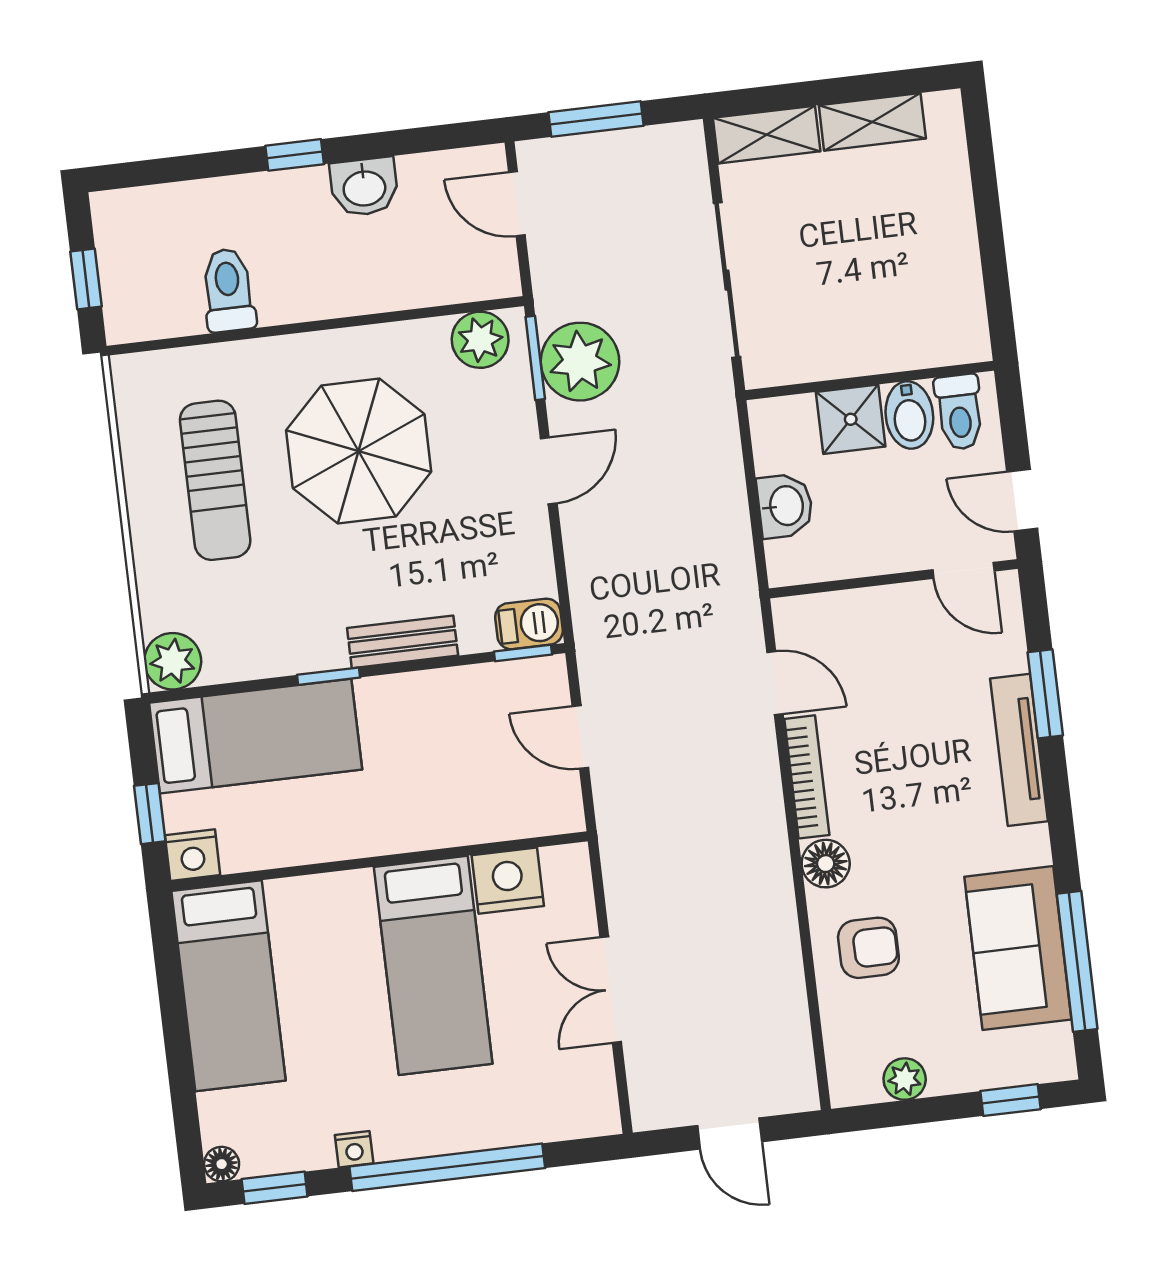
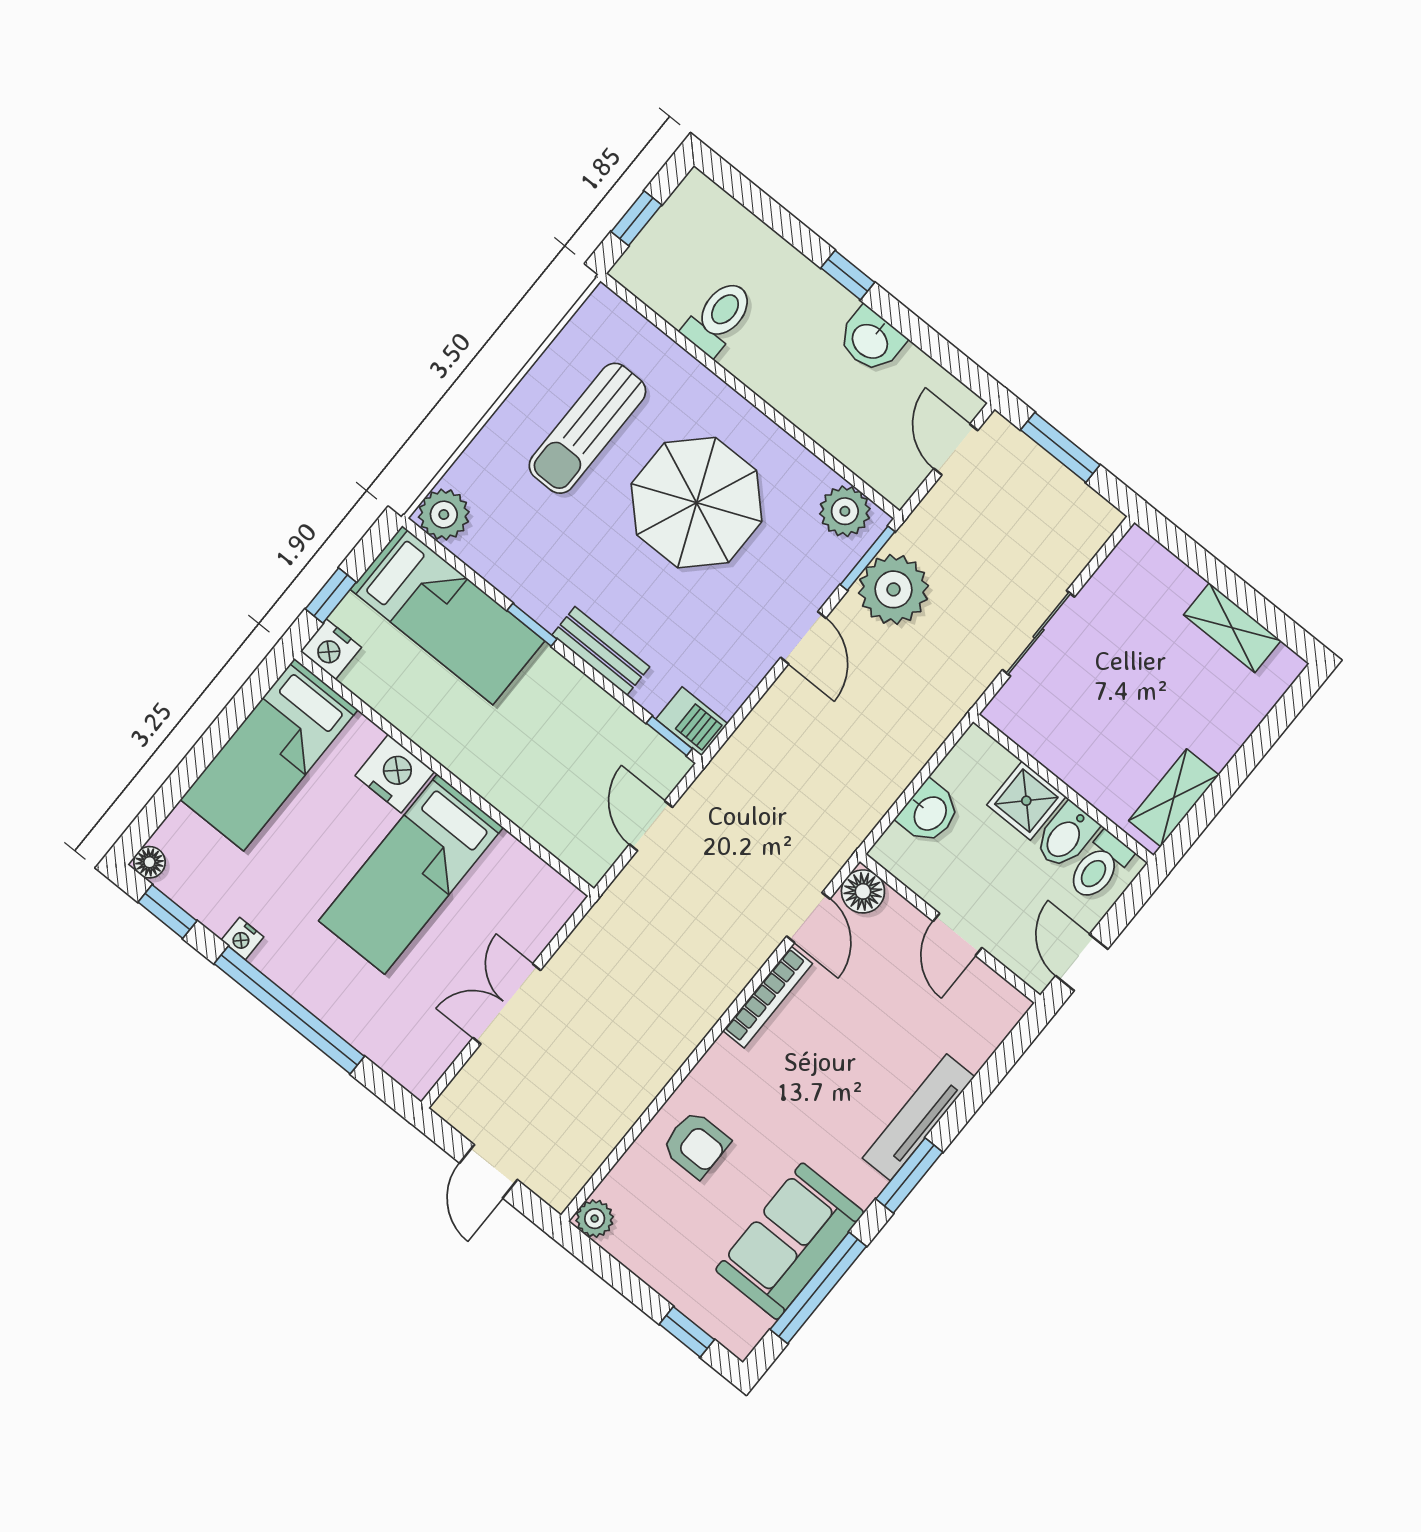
shelving: (767, 135) -> (1174, 798), moved, turned 90
sliding door: (727, 280) -> (1039, 633), width x0.73
door: (549, 471) -> (803, 638), hinge flipped
door: (963, 570) -> (957, 934), moved
window: (1045, 694) -> (909, 1176), moved
floor lamp: (826, 864) -> (863, 891), moved
nightstand: (508, 881) -> (395, 774), moved
plant: (905, 1079) -> (595, 1219), moved

